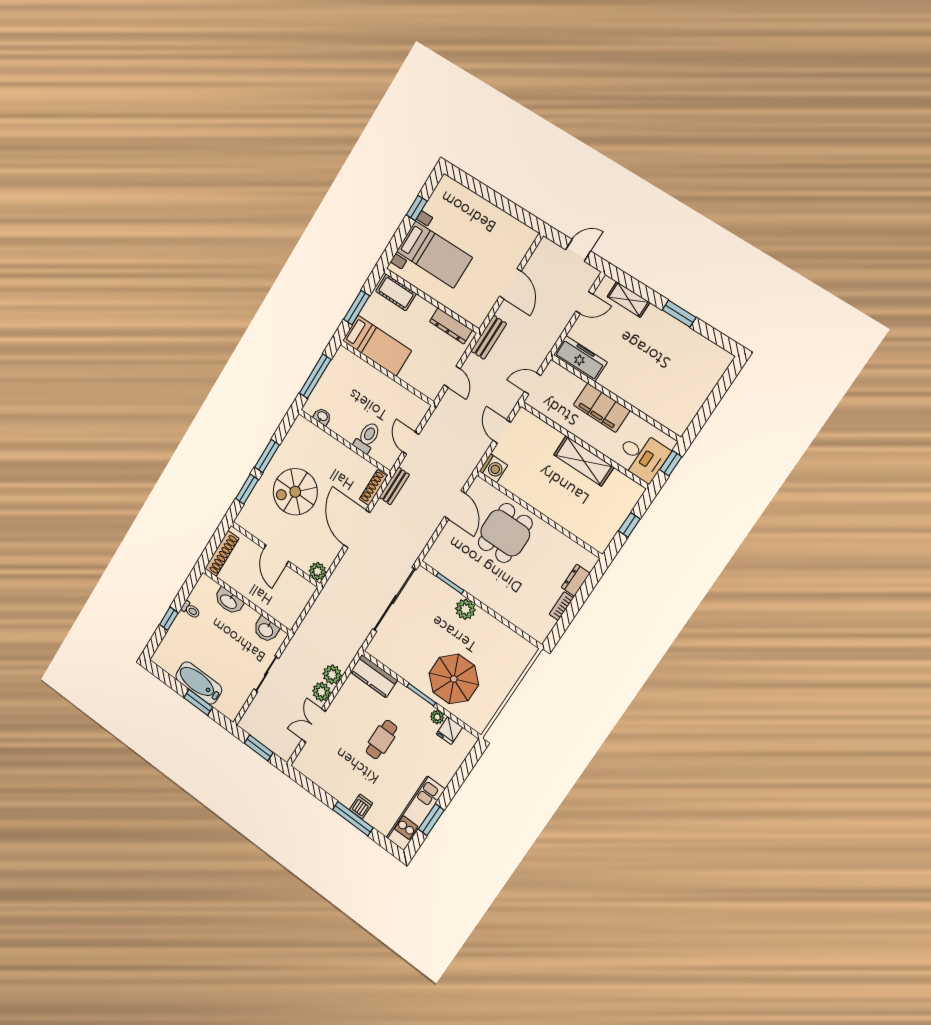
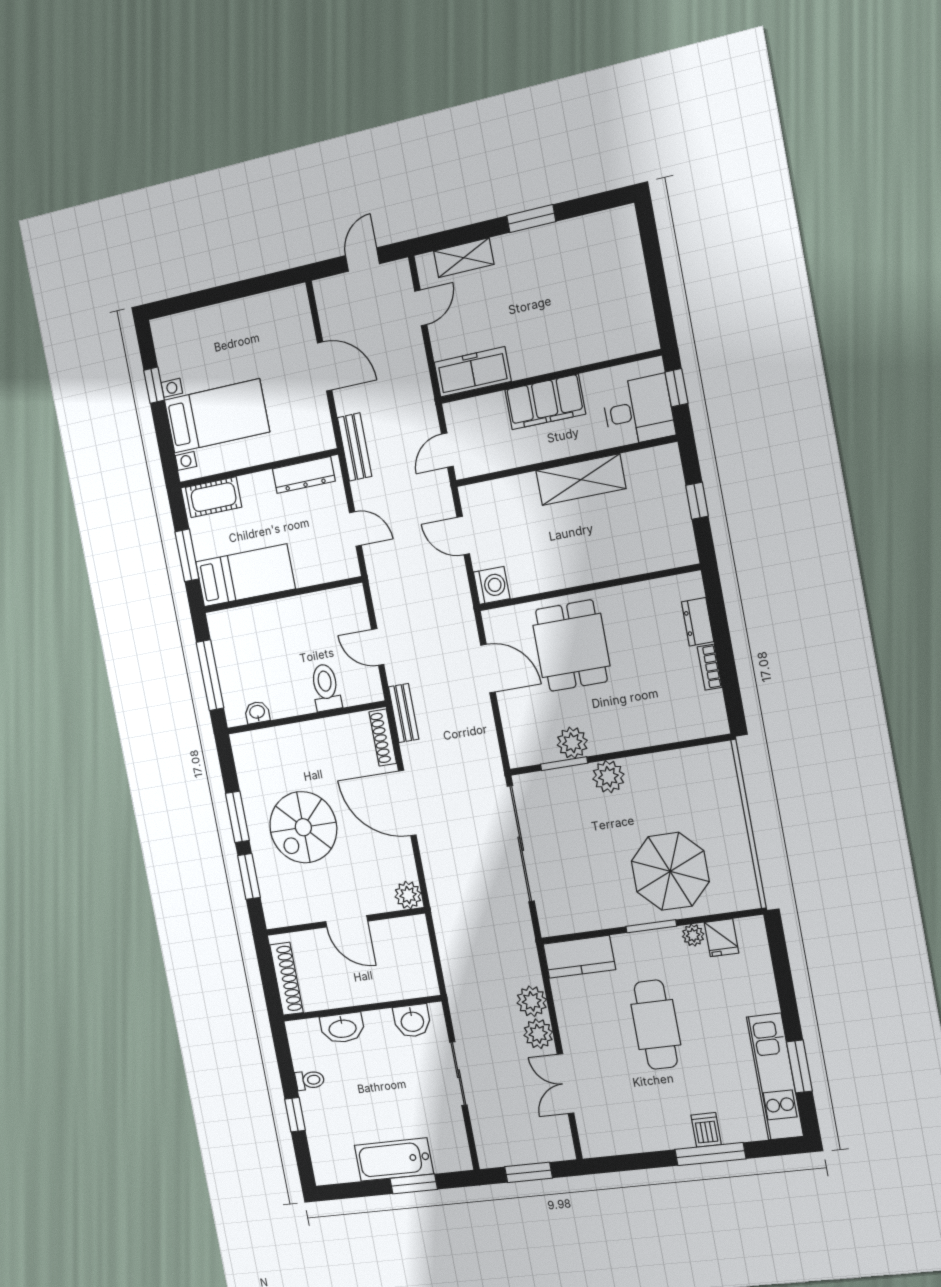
plant: (463, 578) -> (572, 743), added
cafe table: (381, 740) -> (656, 1025), width x1.37, depth x1.35

